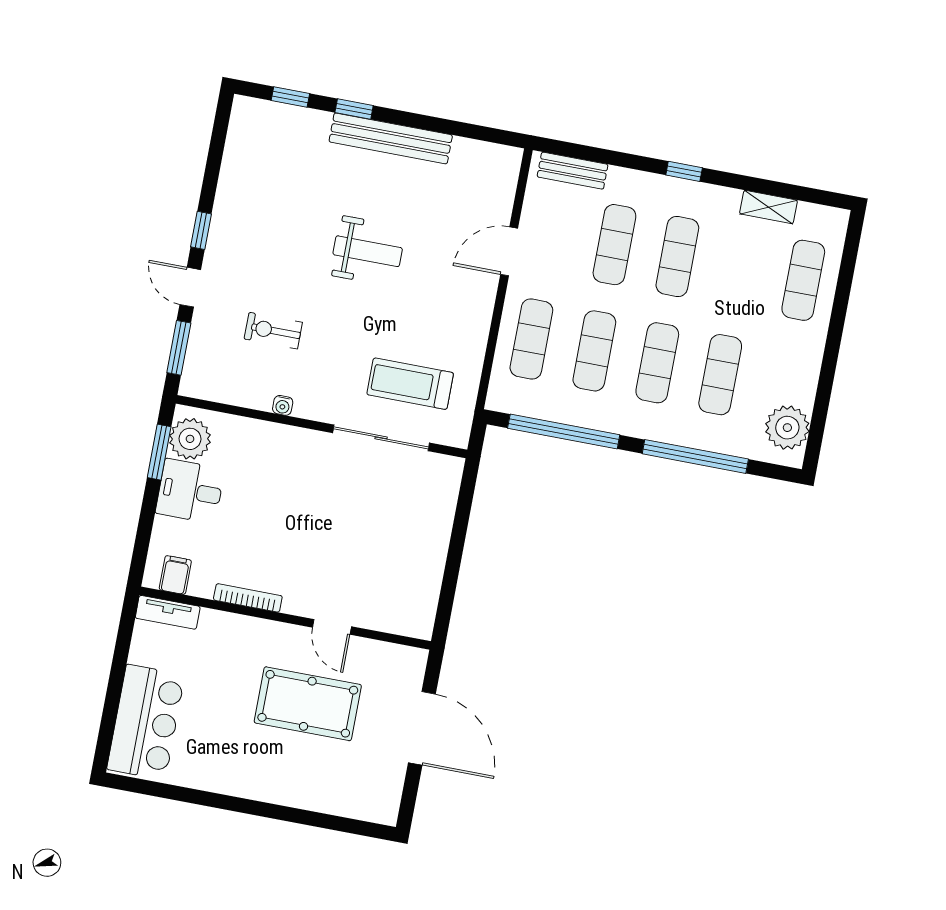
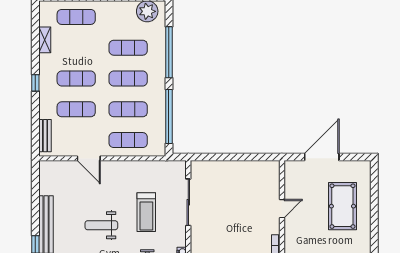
weight bench: (368, 251) -> (101, 225), turned -90
treadmill: (410, 384) -> (146, 212), moved
pool table: (308, 704) -> (342, 206), moved

